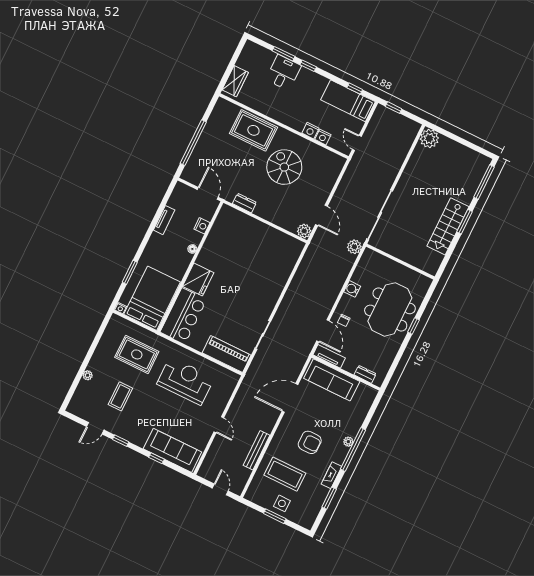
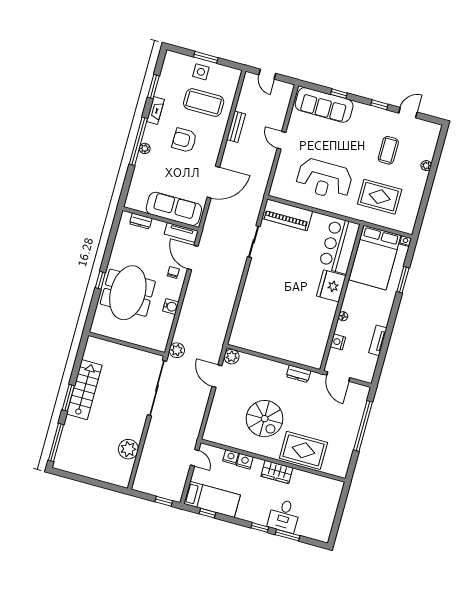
wardrobe: (235, 81) -> (277, 472), moved, turned -90
plant: (429, 138) -> (128, 449), moved
bench: (257, 450) -> (236, 127), width x0.73

